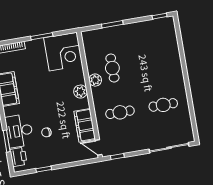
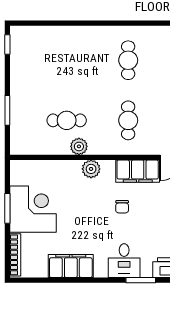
corner desk: (63, 52) -> (33, 209), moved
desk: (19, 131) -> (124, 261), width x0.73
chair: (46, 132) -> (122, 207), moved

